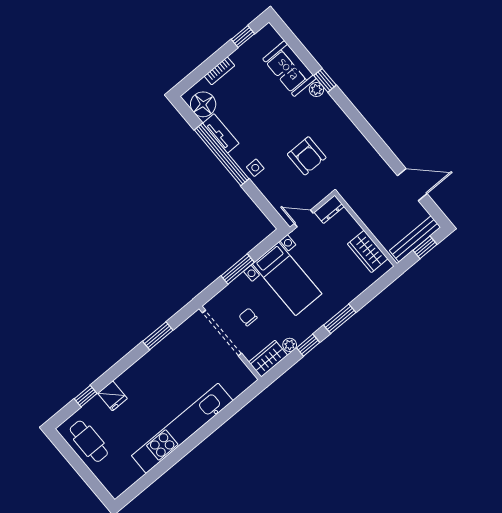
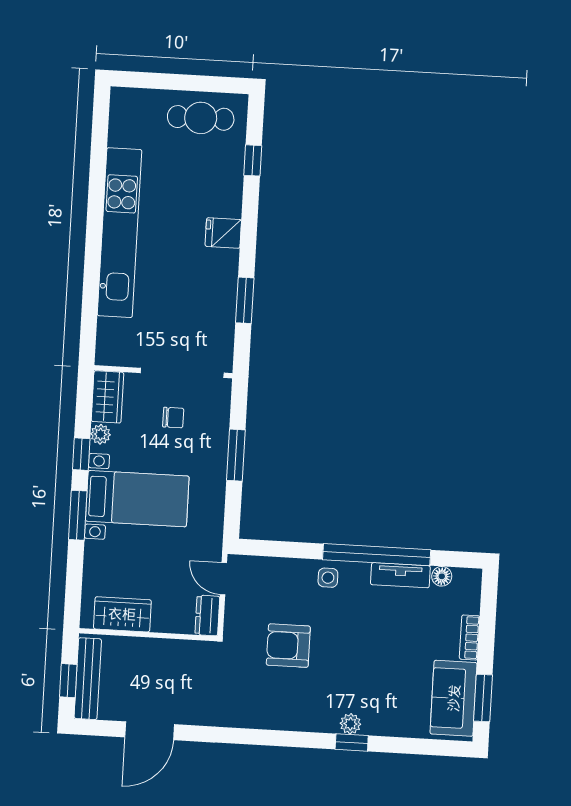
window: (243, 36) -> (483, 698), width x1.50
sofa: (289, 69) -> (454, 698), moved, turned -90
floor lamp: (203, 104) -> (442, 576), width x0.53, depth x0.53
door: (304, 218) -> (223, 579), swing flipped
bed with nightstands: (287, 279) -> (137, 499), moved, turned 180
fridge: (112, 396) -> (223, 233), moved

